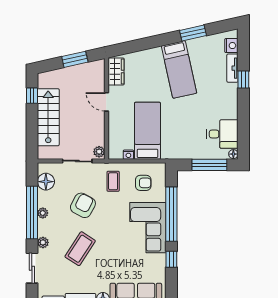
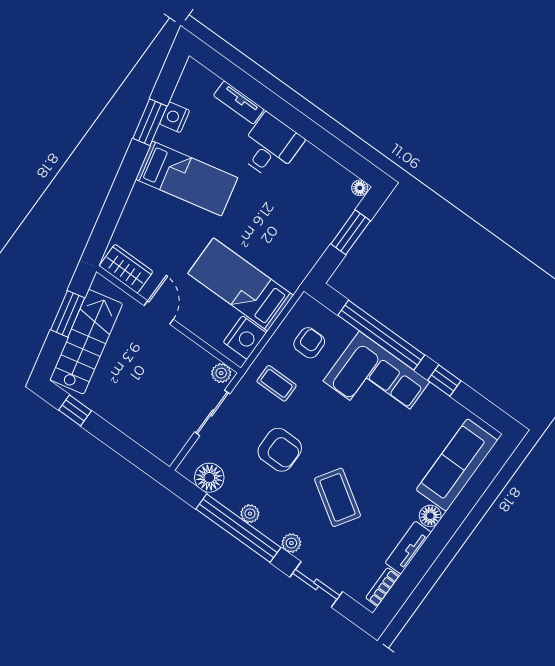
nightstand: (231, 46) -> (175, 117), moved, turned -103
window: (243, 80) -> (266, 99), removed
door: (106, 102) -> (159, 313), swing flipped
stairs: (48, 117) -> (86, 342), moved, turned 77
desk: (222, 134) -> (270, 147), moved
nightstand: (128, 155) -> (245, 338), width x1.89, depth x1.79
window: (209, 165) -> (351, 232), width x0.69
armchair: (83, 205) -> (280, 450), turned 152

